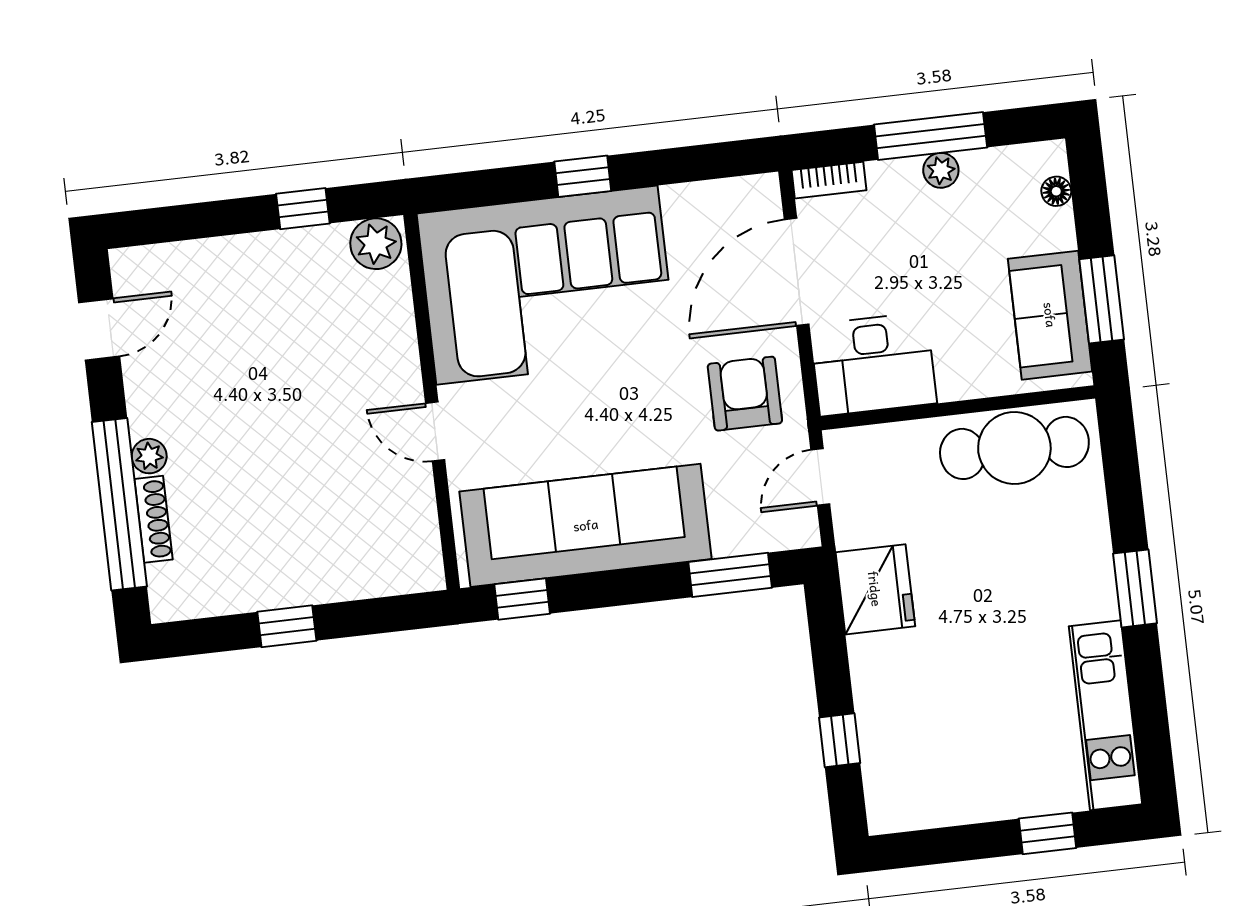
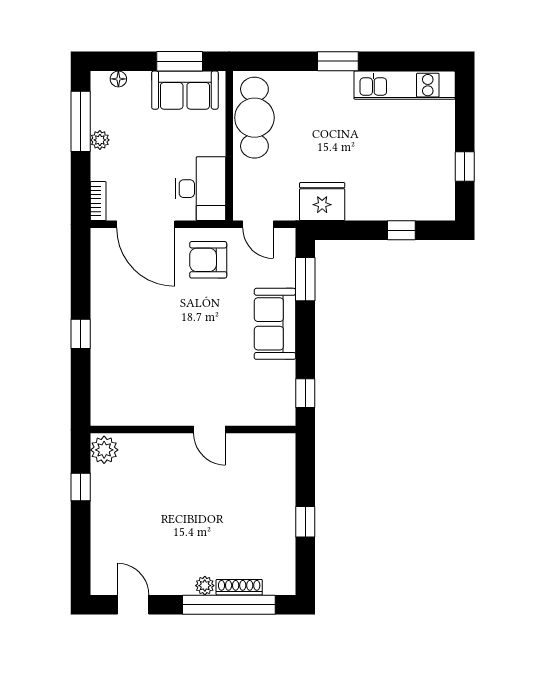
window: (931, 136) -> (81, 121), moved
corner sofa: (547, 285) -> (137, 360), removed
door: (435, 432) -> (209, 430), hinge flipped
sofa: (586, 525) -> (275, 324), width x0.54, depth x0.79
window: (1047, 833) -> (465, 166), moved

